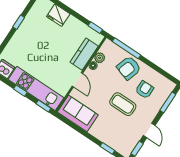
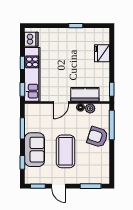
armchair: (144, 90) -> (88, 161), removed
coffee table: (123, 104) -> (66, 151), width x1.36, depth x1.32
sofa: (78, 113) -> (34, 150), moved
window: (78, 129) -> (22, 128), added
door: (149, 130) -> (59, 186), hinge flipped

